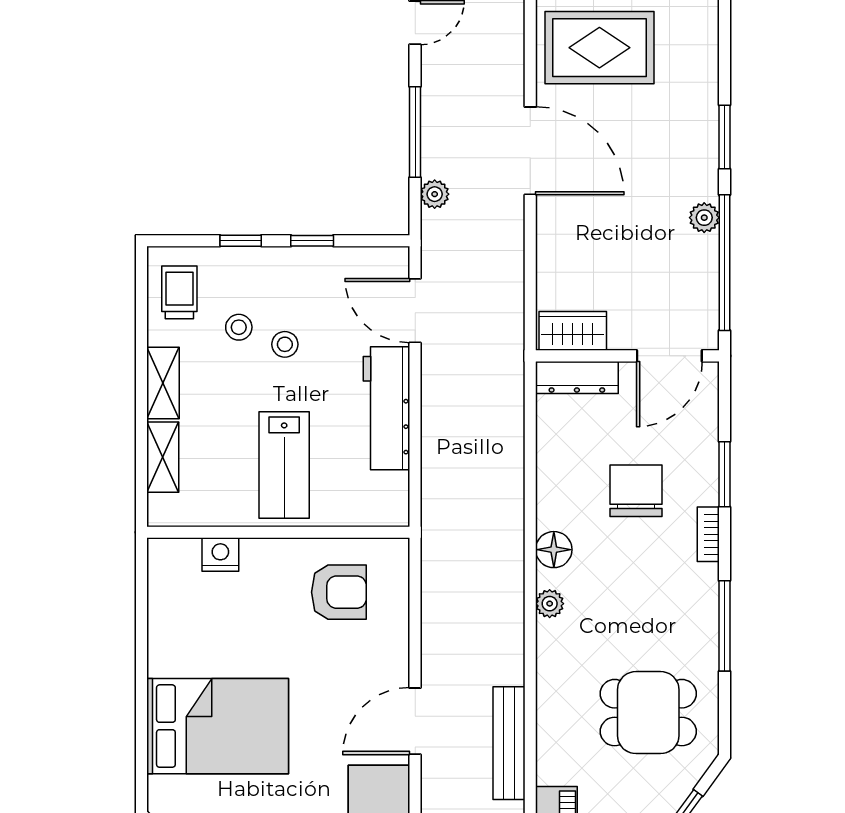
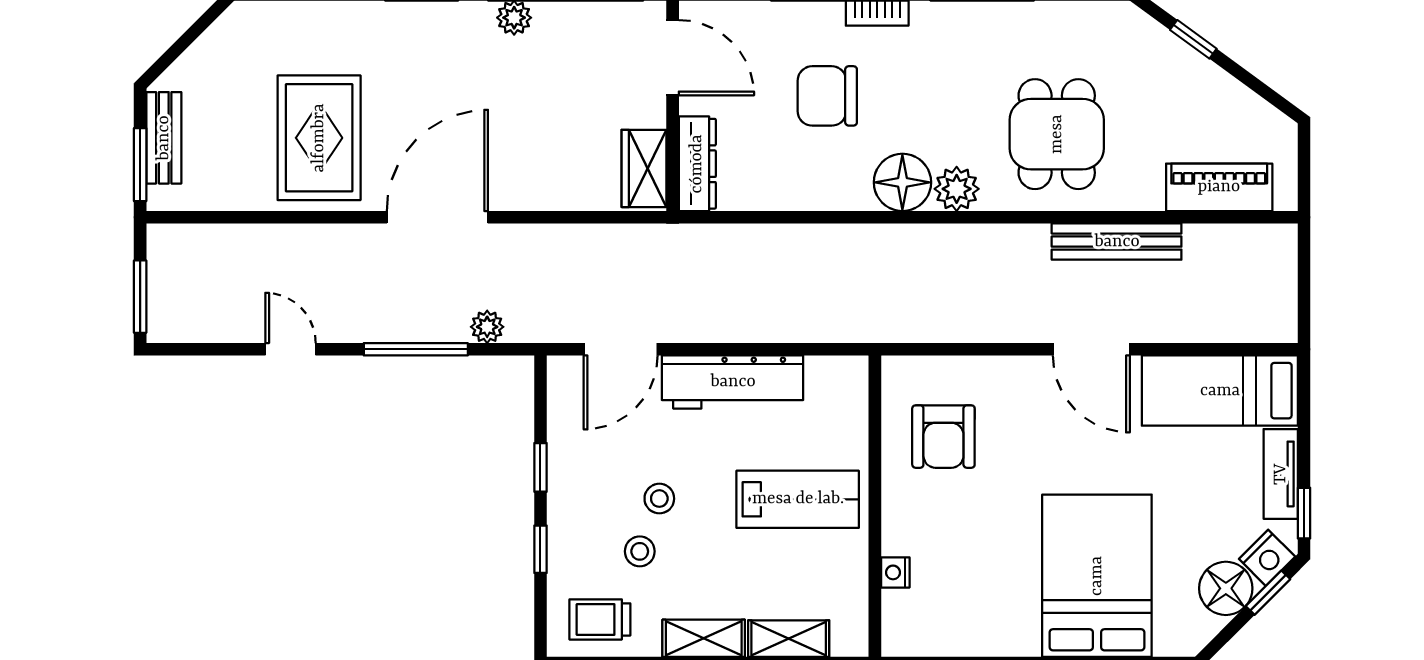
floor lamp: (554, 550) -> (902, 182), width x1.38, depth x1.38
nightstand: (220, 554) -> (895, 572), width x0.72, depth x0.74
armchair: (339, 592) -> (943, 437), turned 180
plant: (550, 604) -> (957, 189), width x1.38, depth x1.38
dining table: (648, 713) -> (1057, 134), moved

